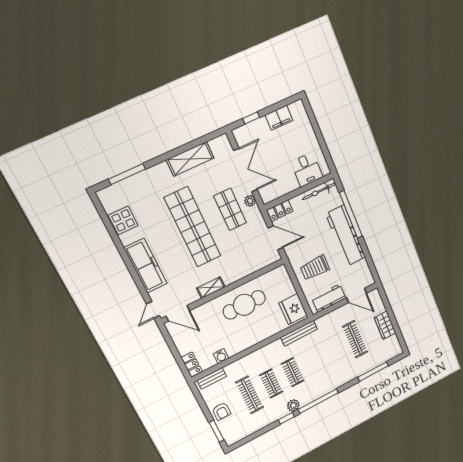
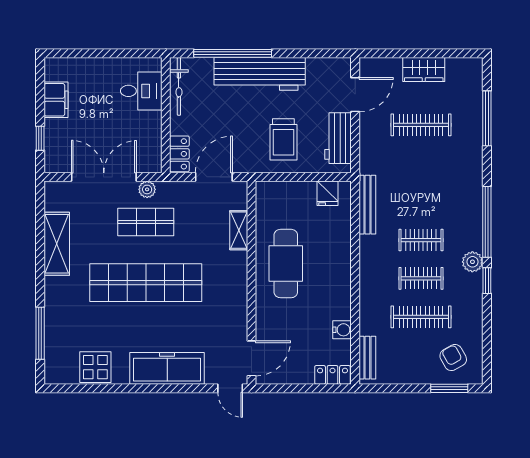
shelving: (211, 288) -> (239, 230), moved
fridge: (293, 309) -> (327, 193), width x0.53, depth x0.75
armchair: (221, 411) -> (453, 358), moved, turned -119

